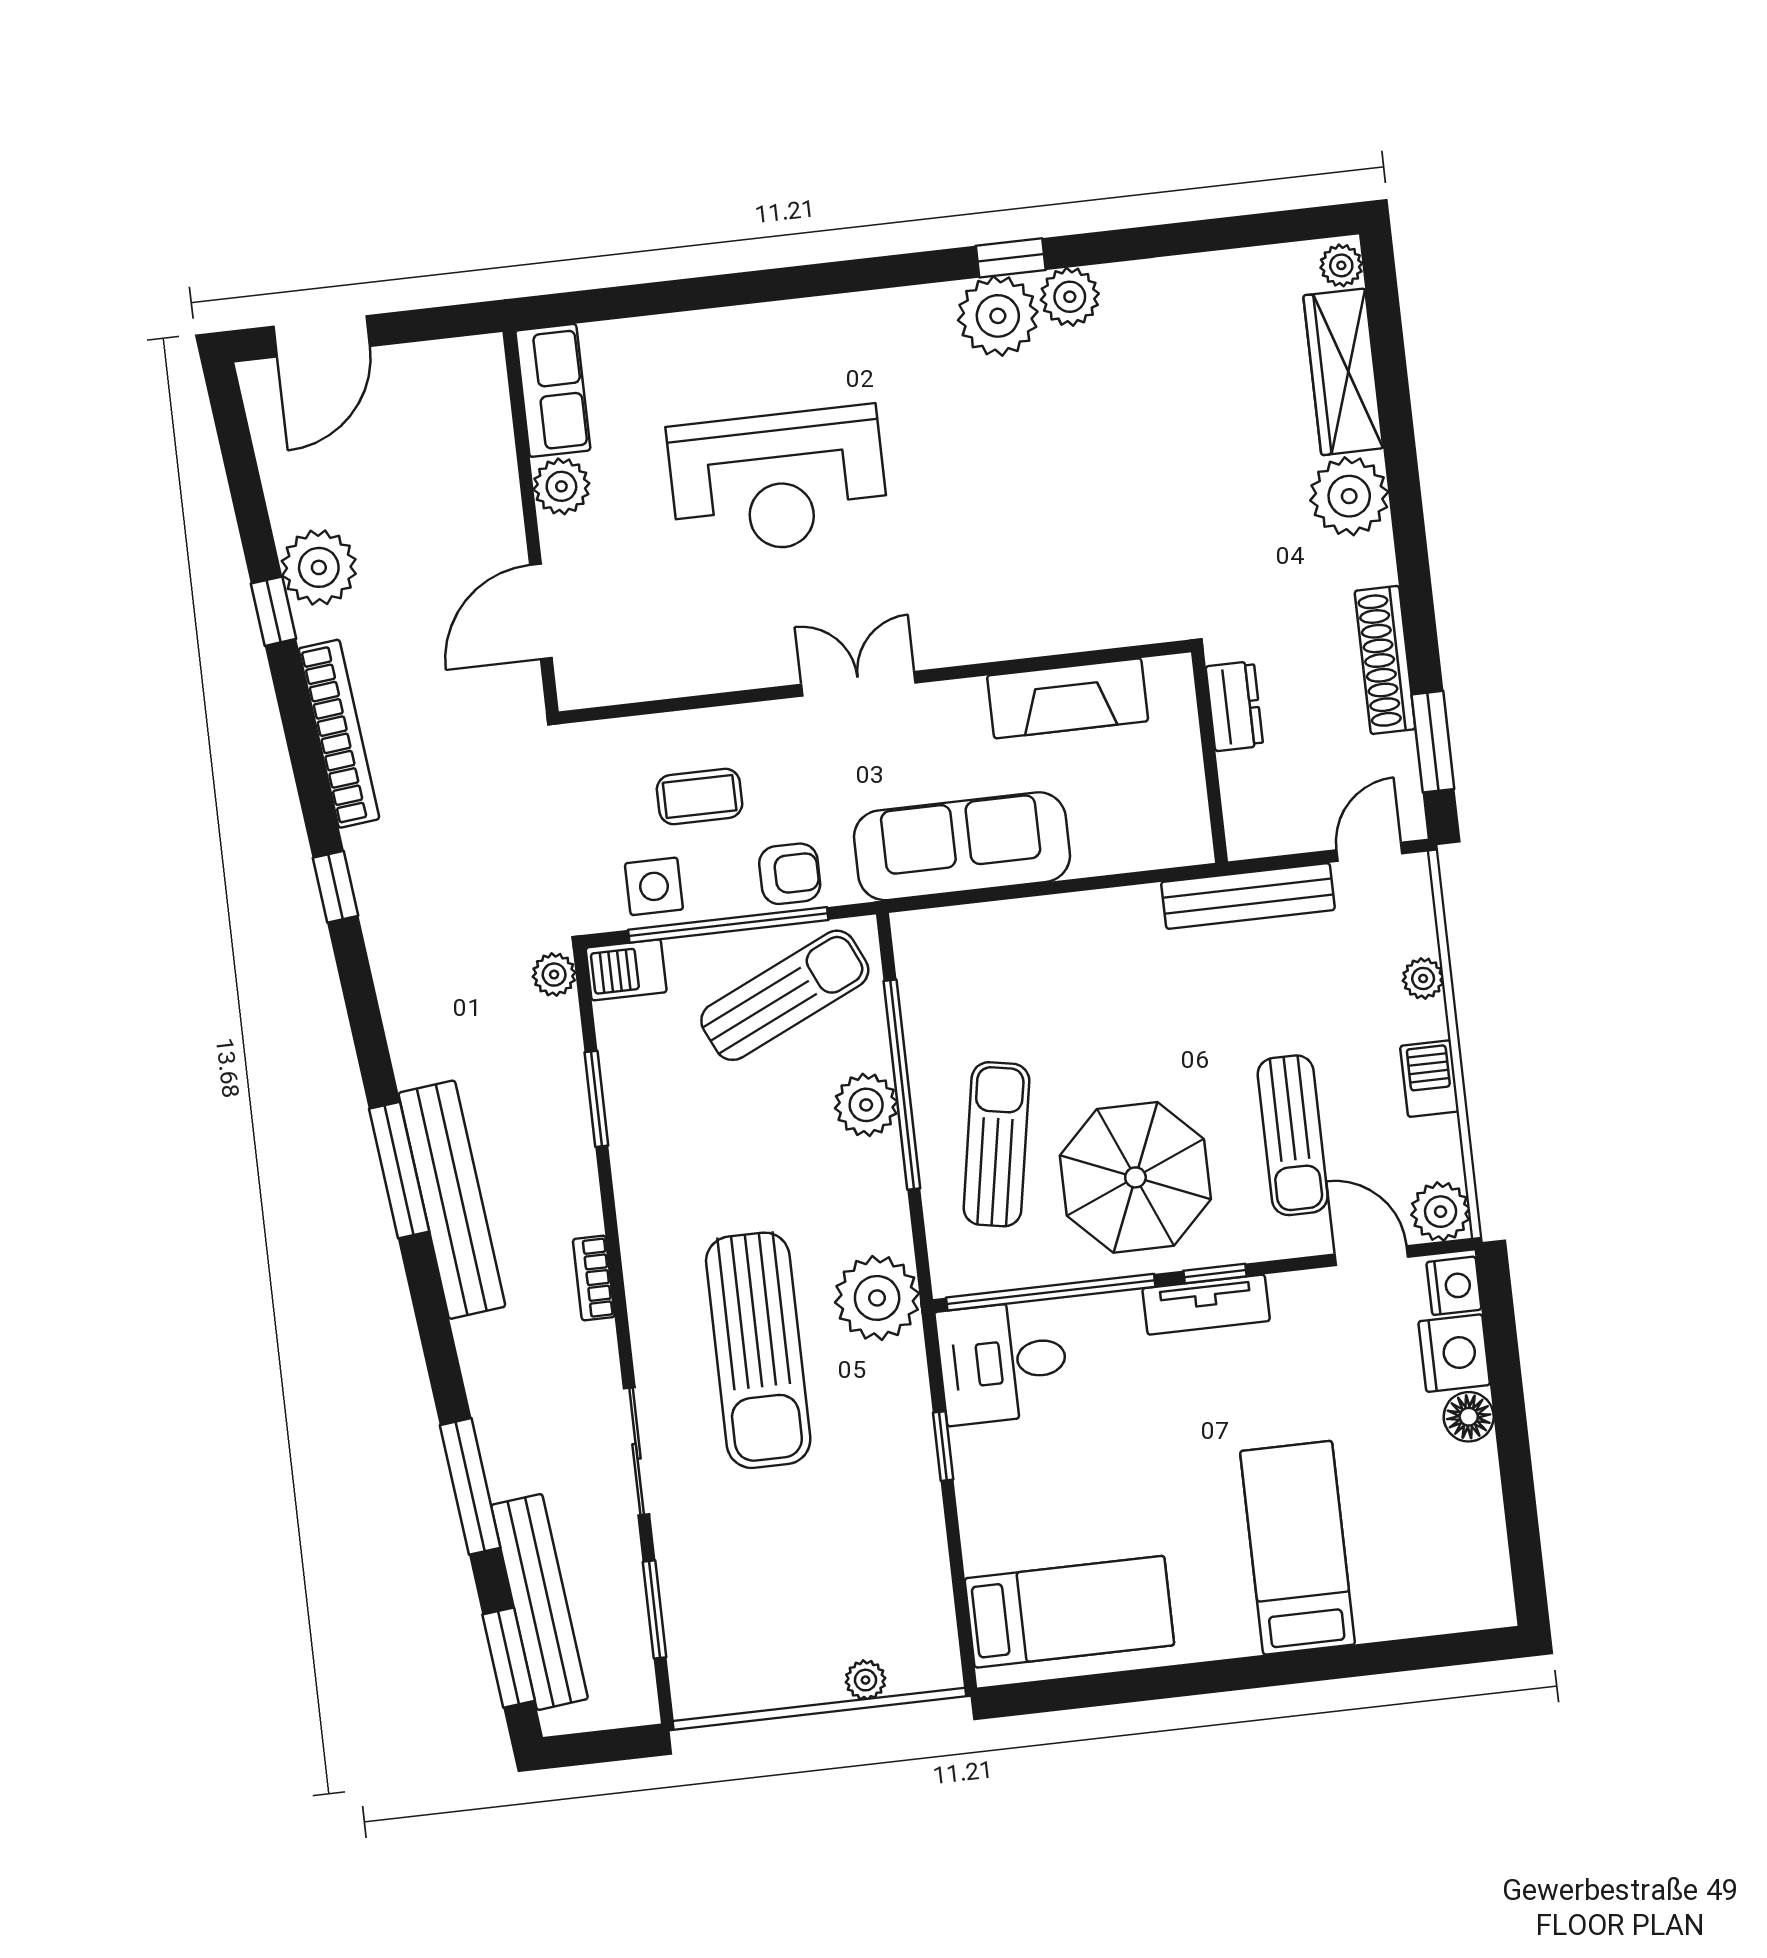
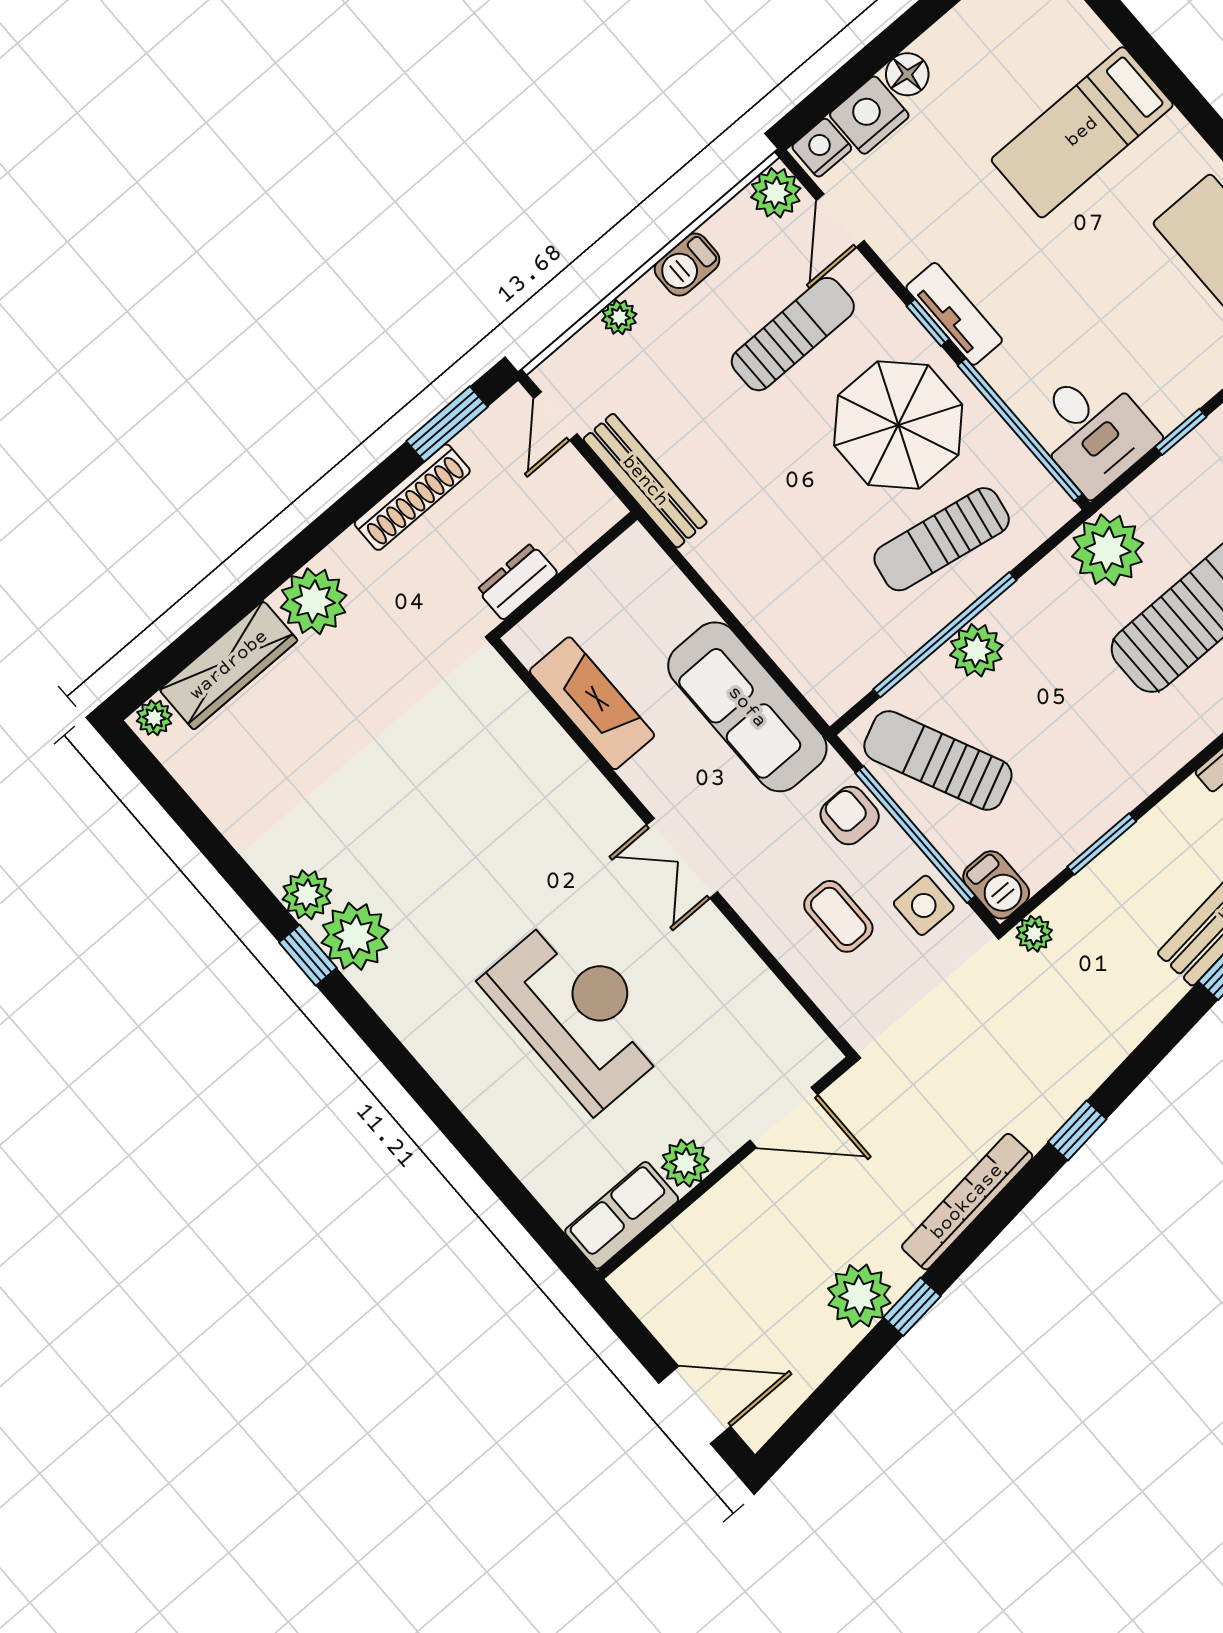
door: (1369, 852) -> (555, 416), hinge flipped

